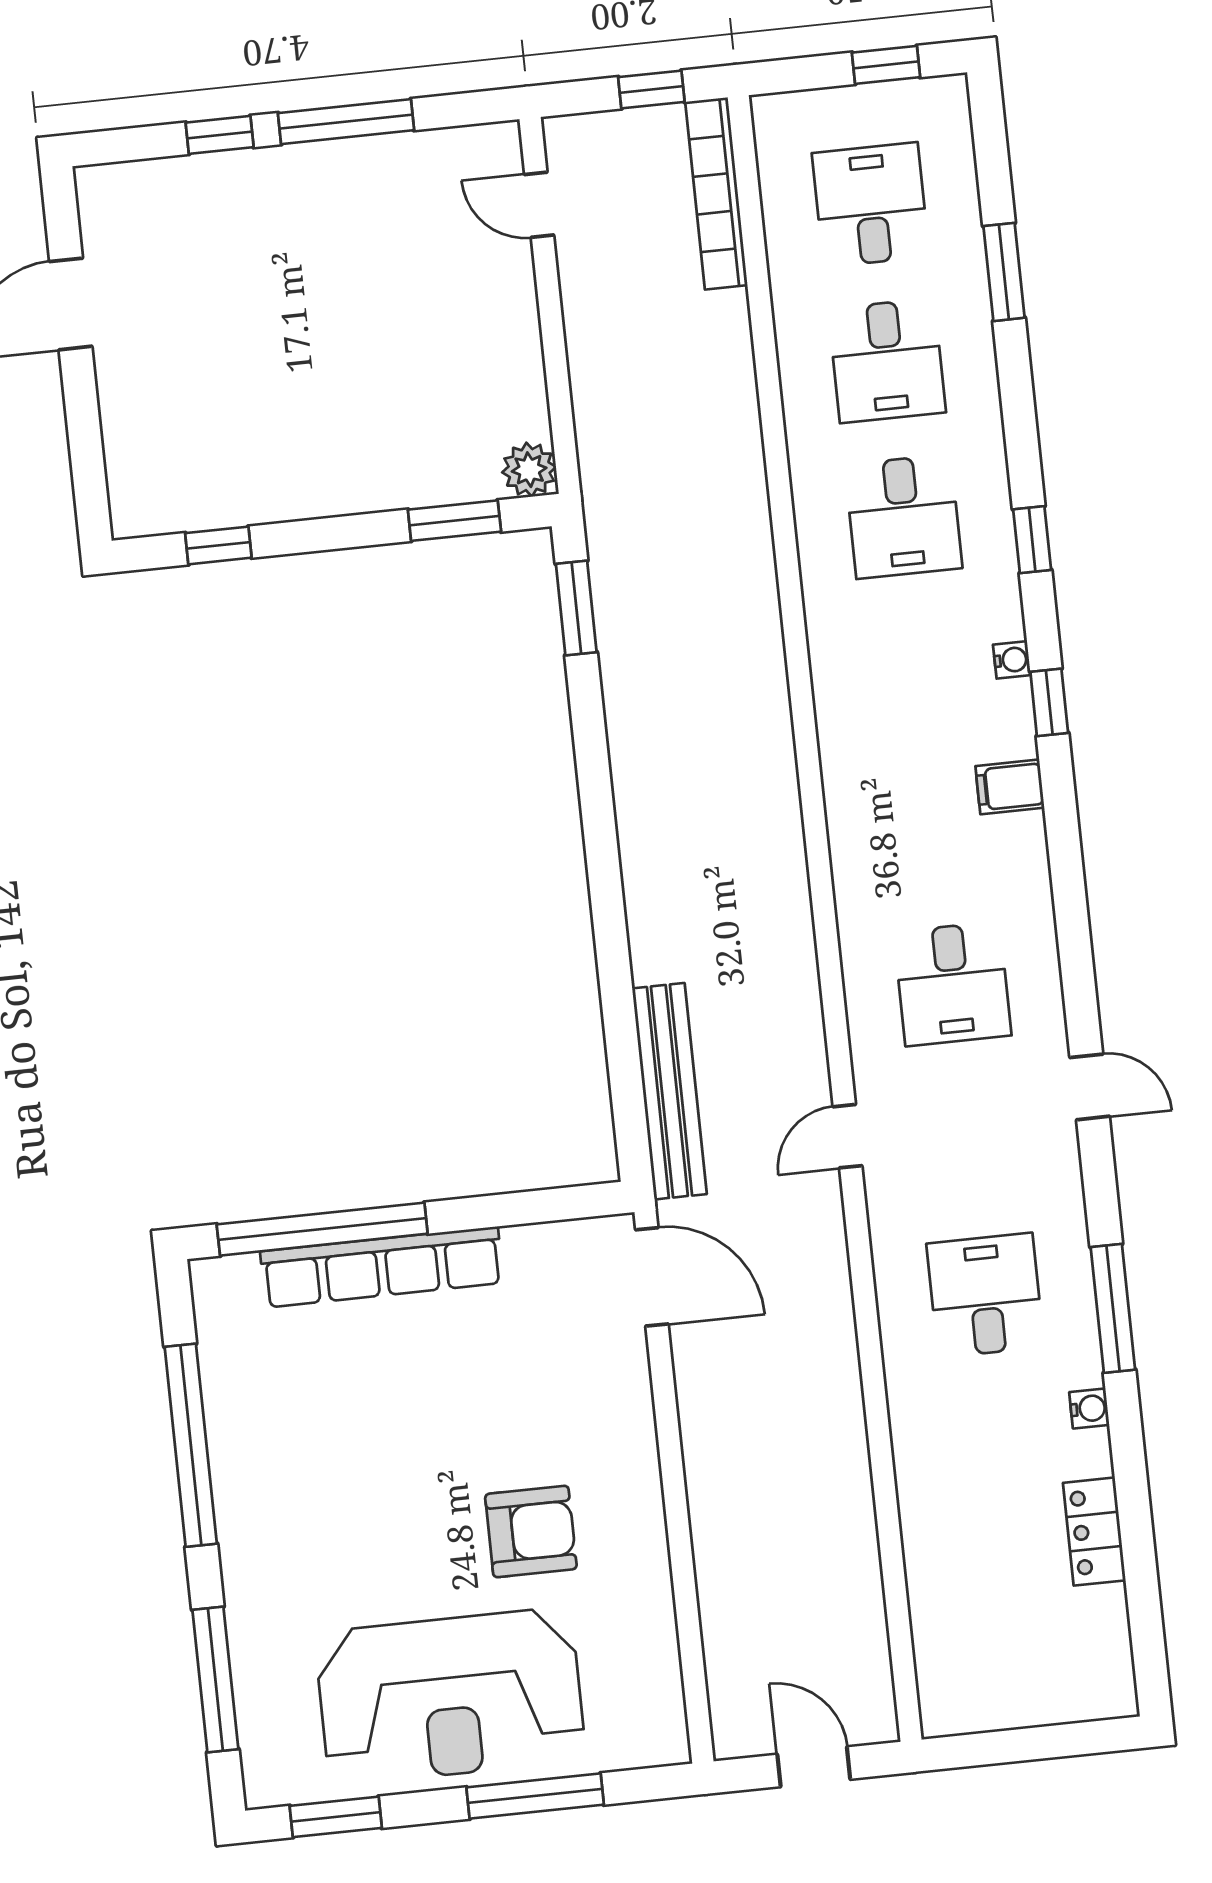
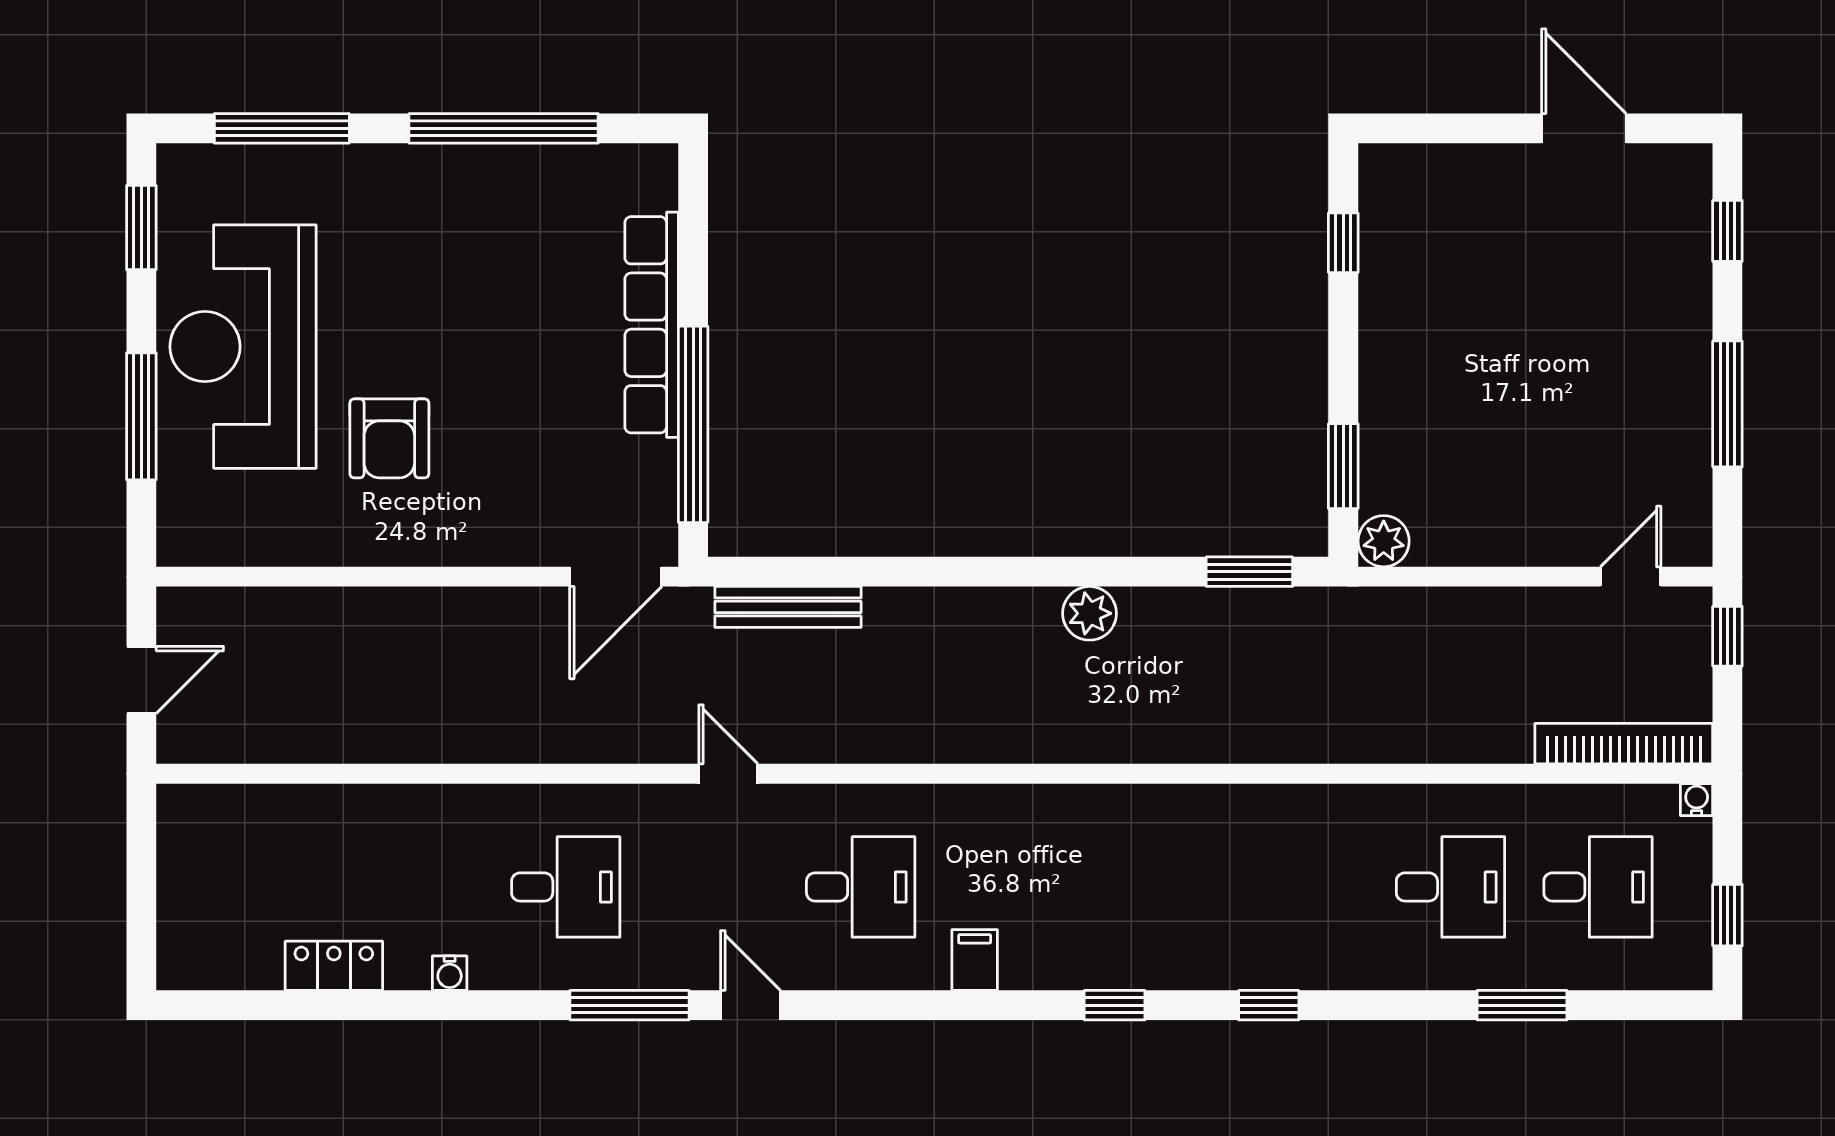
window: (651, 90) -> (1727, 636), moved
window: (220, 135) -> (1727, 231), moved
desk: (887, 361) -> (1451, 887), turned 180
desk: (903, 516) -> (1303, 887), removed
water cooler: (1012, 660) -> (1697, 800), moved, turned 180
plant: (638, 772) -> (1090, 613), added
filing cabinet: (1010, 787) -> (975, 960), moved
desk: (953, 984) -> (861, 887), turned 180
door: (1090, 1087) -> (751, 1005), swing flipped
bench: (669, 1091) -> (788, 607), width x0.73, depth x0.82
window: (322, 1229) -> (693, 424), moved
window: (1113, 1308) -> (630, 1005), moved

